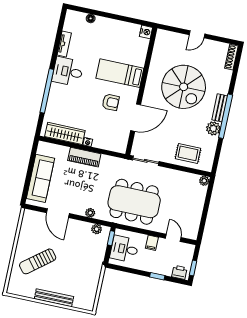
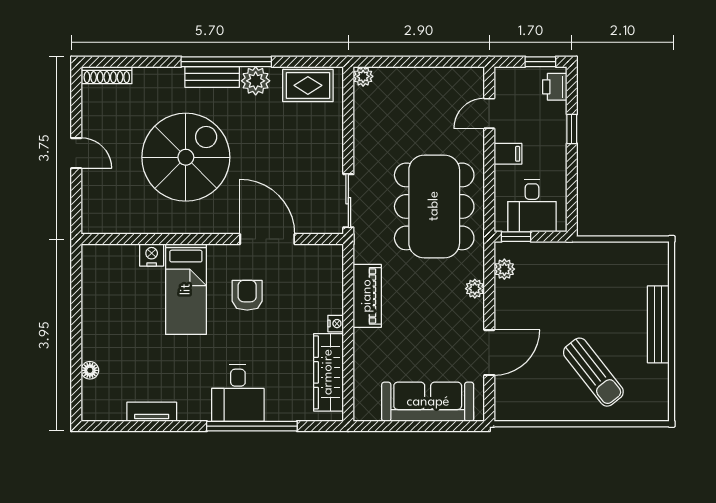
nightstand: (146, 32) -> (152, 255), moved
desk: (68, 72) -> (238, 393), moved
rug: (188, 153) -> (308, 85), moved, turned 90
piano: (84, 157) -> (367, 296), moved

